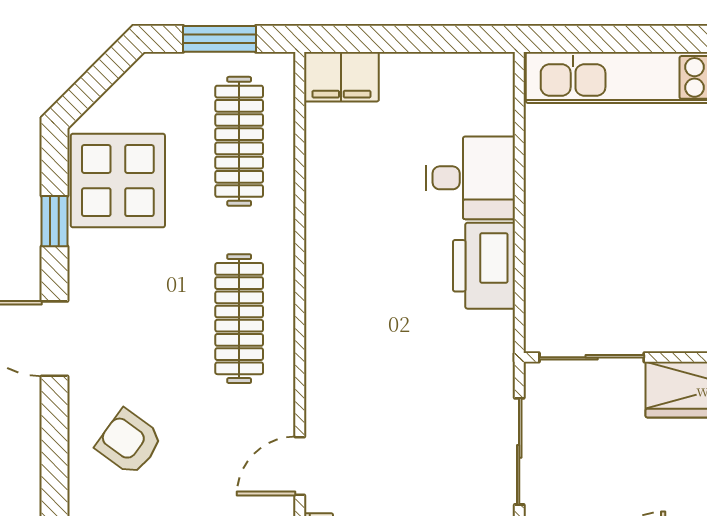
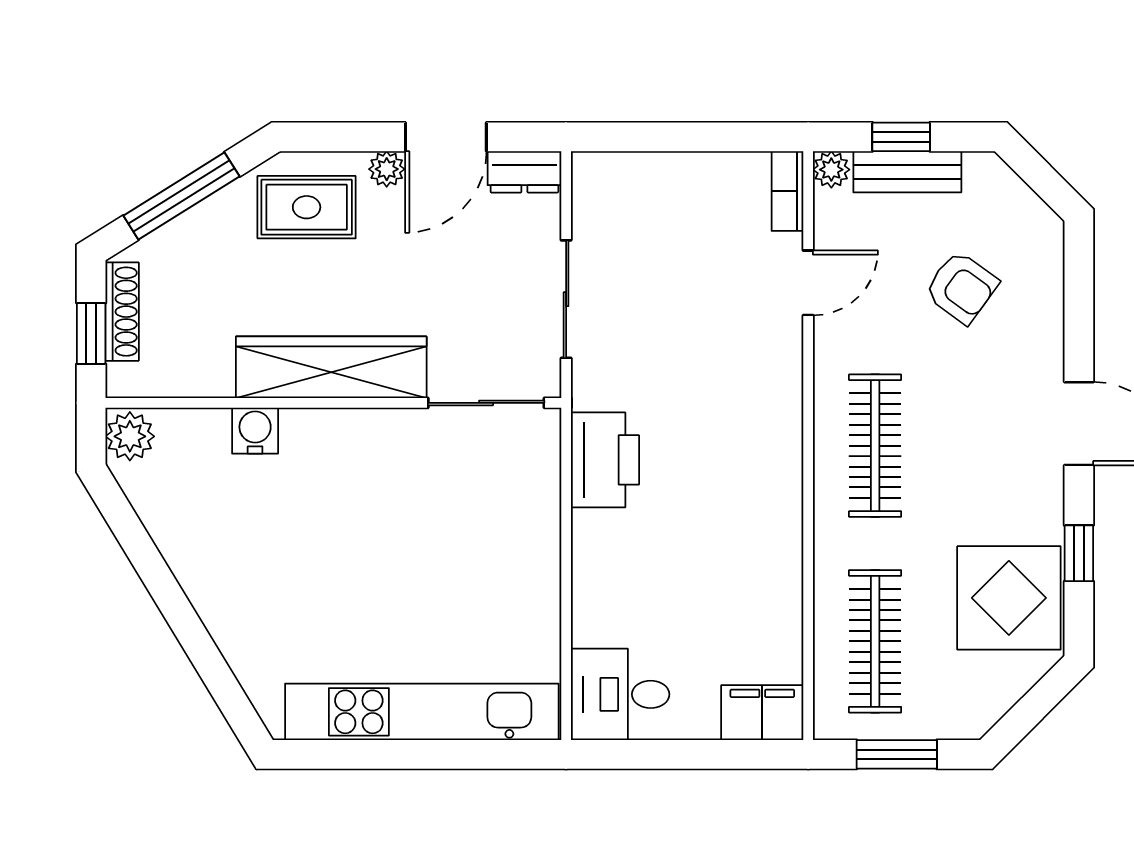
desk: (470, 178) -> (620, 694), moved
printer: (484, 266) -> (605, 460), moved
armchair: (129, 442) -> (961, 287), moved

